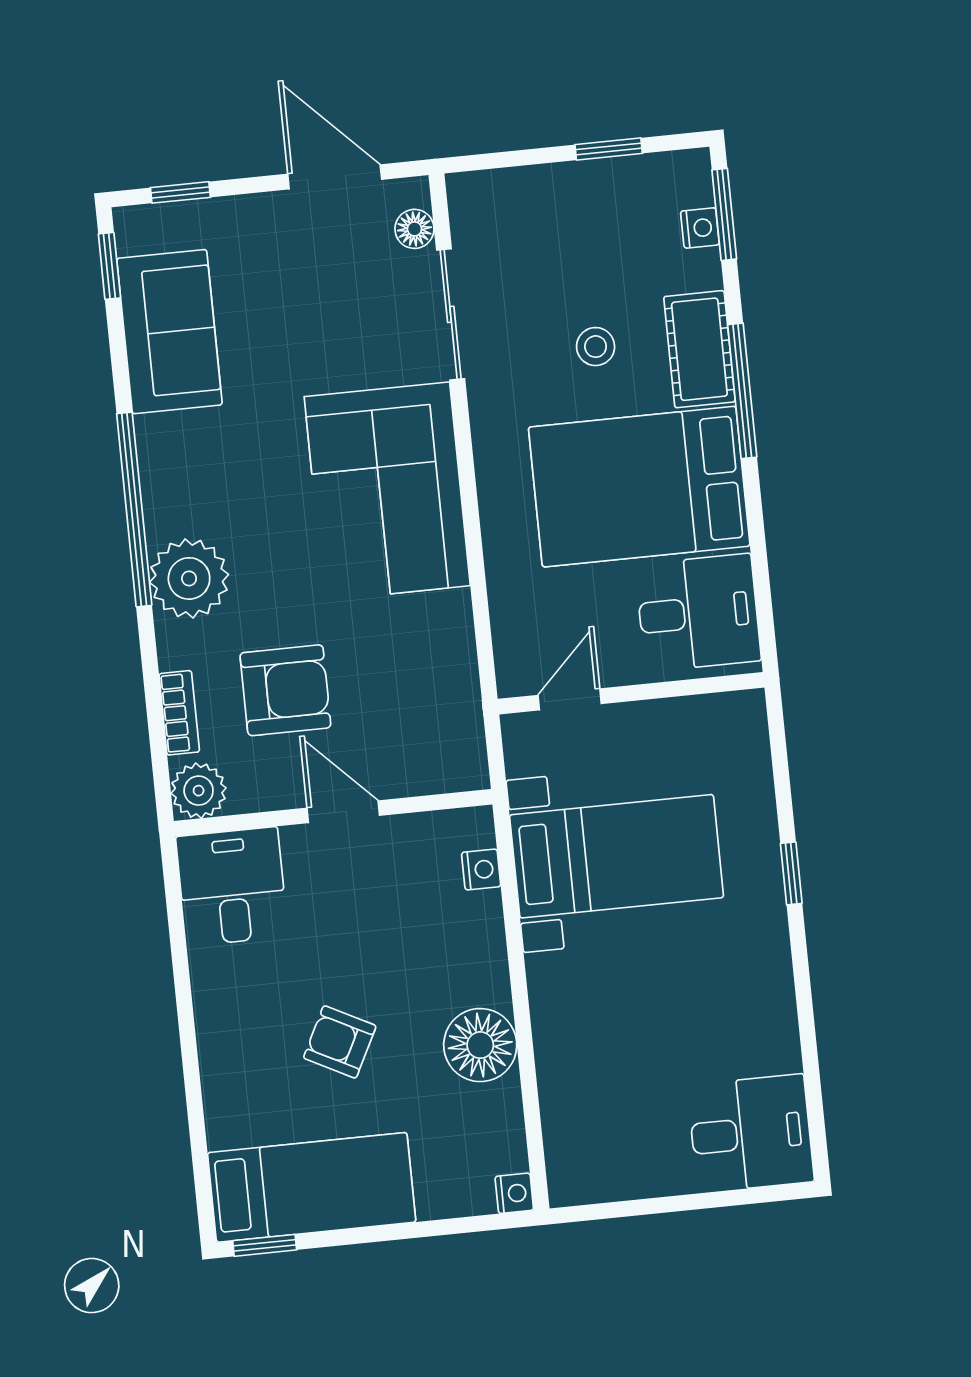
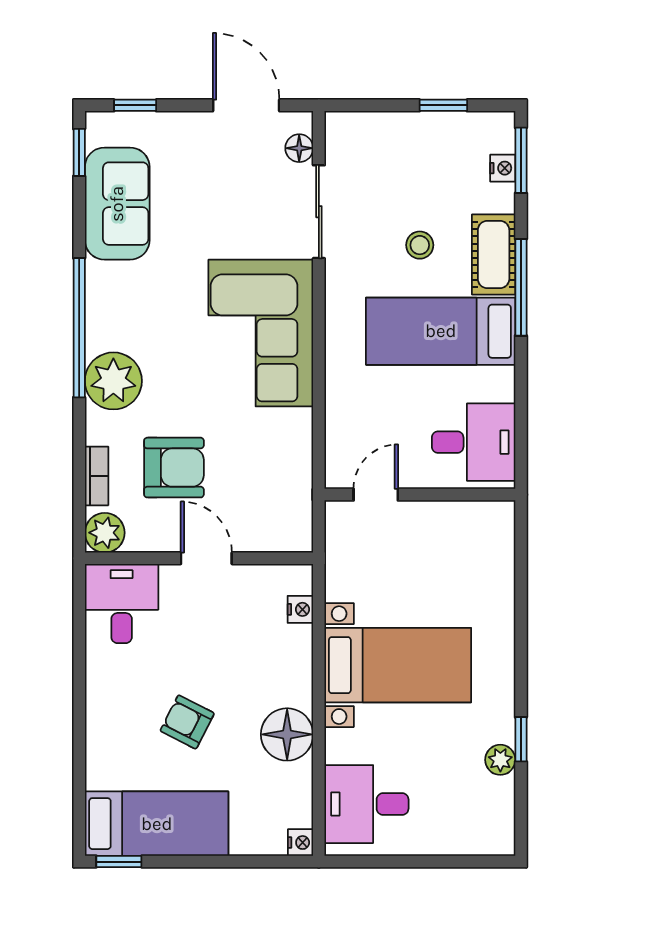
bed: (639, 487) -> (441, 331), width x0.67
bed with nightstands: (617, 856) -> (398, 665), moved
window: (791, 873) -> (521, 739), moved
plant: (780, 1050) -> (500, 760), added
desk: (751, 1133) -> (366, 804), moved, turned 180

